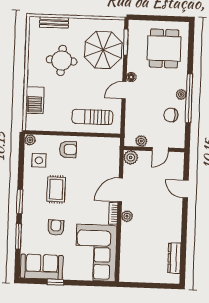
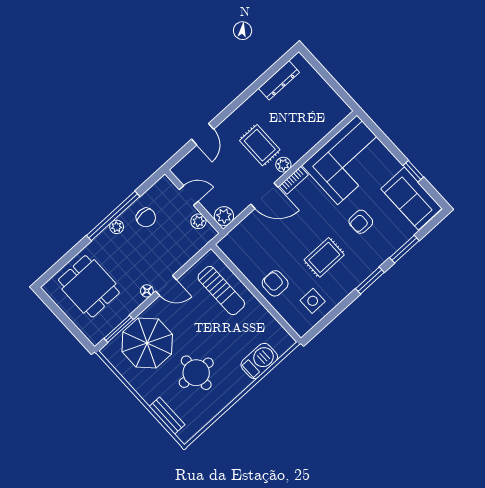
dining table: (164, 48) -> (89, 286), turned 90
plant: (30, 140) -> (301, 328), removed
rug: (150, 214) -> (260, 145), added

